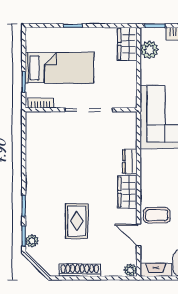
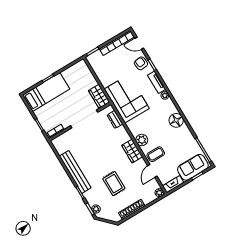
wardrobe: (127, 44) -> (99, 96), moved
plant: (149, 50) -> (142, 140), moved
bed: (59, 68) -> (46, 92), moved
dresser: (130, 161) -> (115, 120), moved
bench: (34, 174) -> (75, 172), added
door: (139, 235) -> (152, 171), hinge flipped

